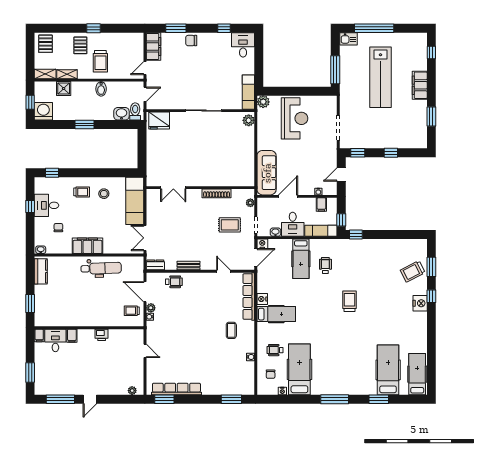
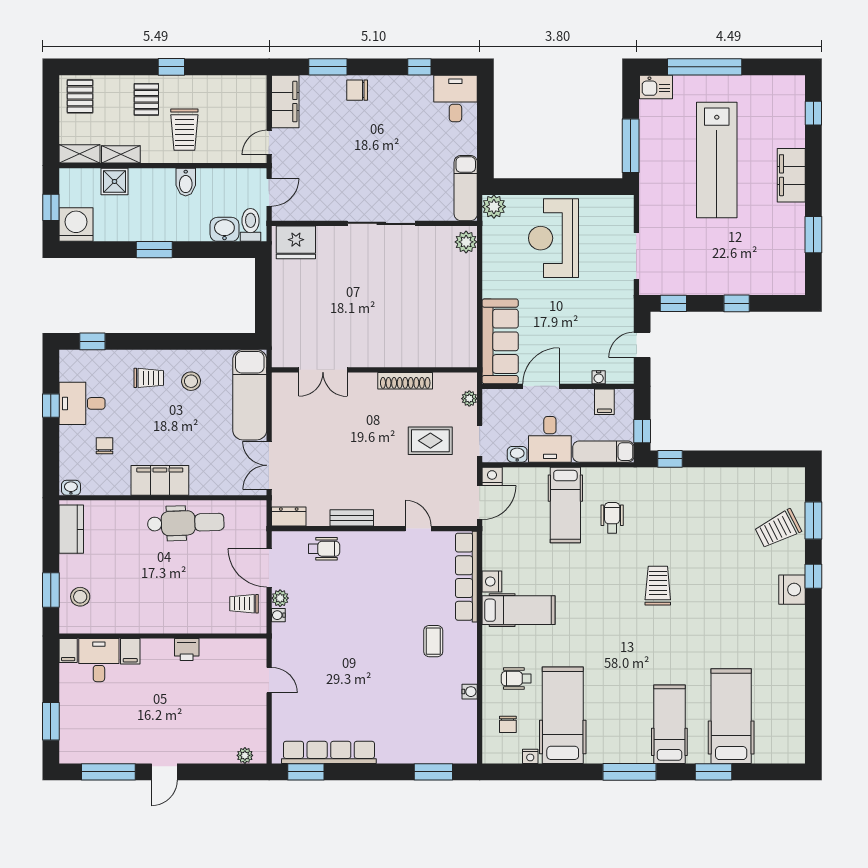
reception desk: (295, 118) -> (554, 238), turned 180
stool: (46, 307) -> (80, 597), added
hospital bed: (417, 374) -> (669, 724), moved

